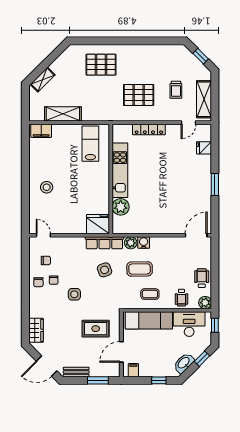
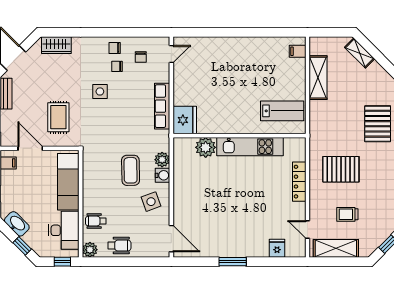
pallet: (139, 95) -> (341, 169), turned 90
filing cabinet: (41, 131) -> (298, 51), width x0.50
stool: (47, 187) -> (229, 58), removed
row of seats: (104, 243) -> (162, 106), moved
side table: (105, 270) -> (151, 202), moved
coffee table: (150, 294) -> (100, 183), removed

